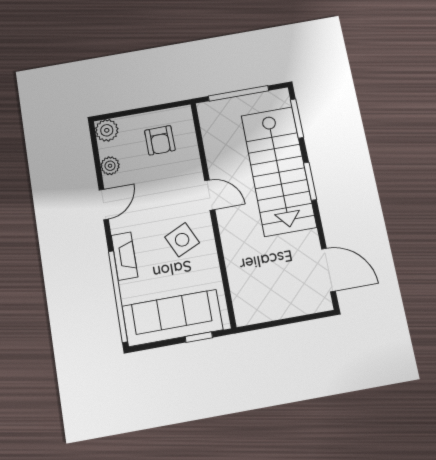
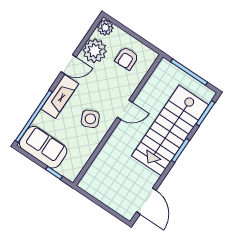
plant: (110, 166) -> (95, 51), width x1.88, depth x1.88
door: (210, 195) -> (125, 110), hinge flipped
fireplace: (124, 256) -> (60, 96), width x1.37, depth x1.32
sofa: (173, 318) -> (43, 147), width x0.73

